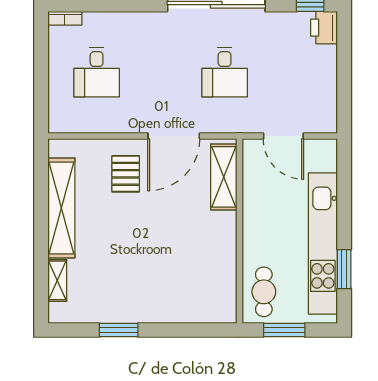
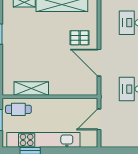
shelving: (224, 177) -> (31, 89), moved

